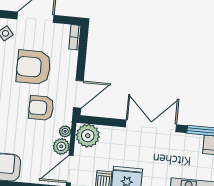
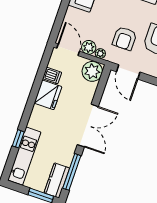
armchair: (41, 108) -> (125, 38), turned 180

